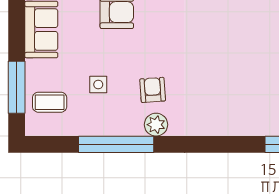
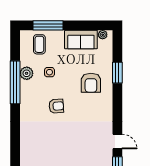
armchair: (153, 90) -> (56, 106), moved
plant: (156, 125) -> (27, 73), moved

